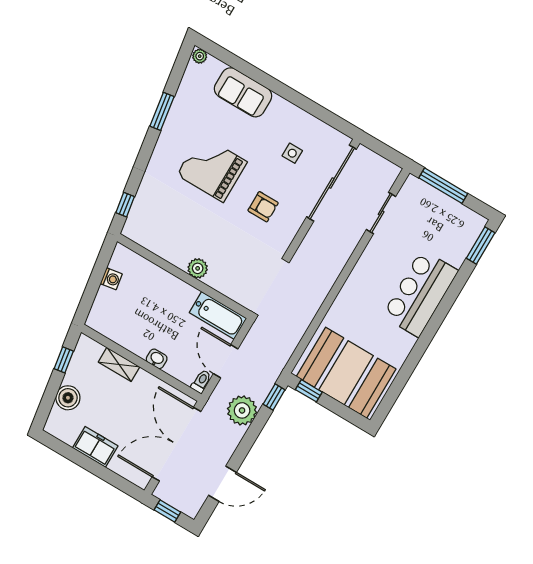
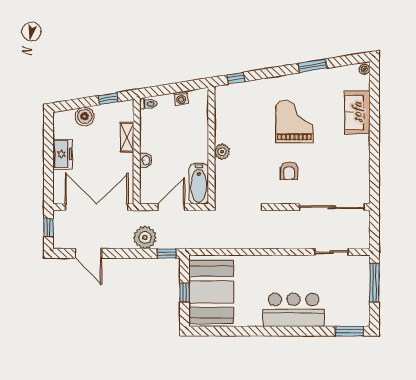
side table: (292, 153) -> (336, 169), removed
toilet: (201, 381) -> (148, 104), moved
window: (309, 391) -> (185, 293), moved

